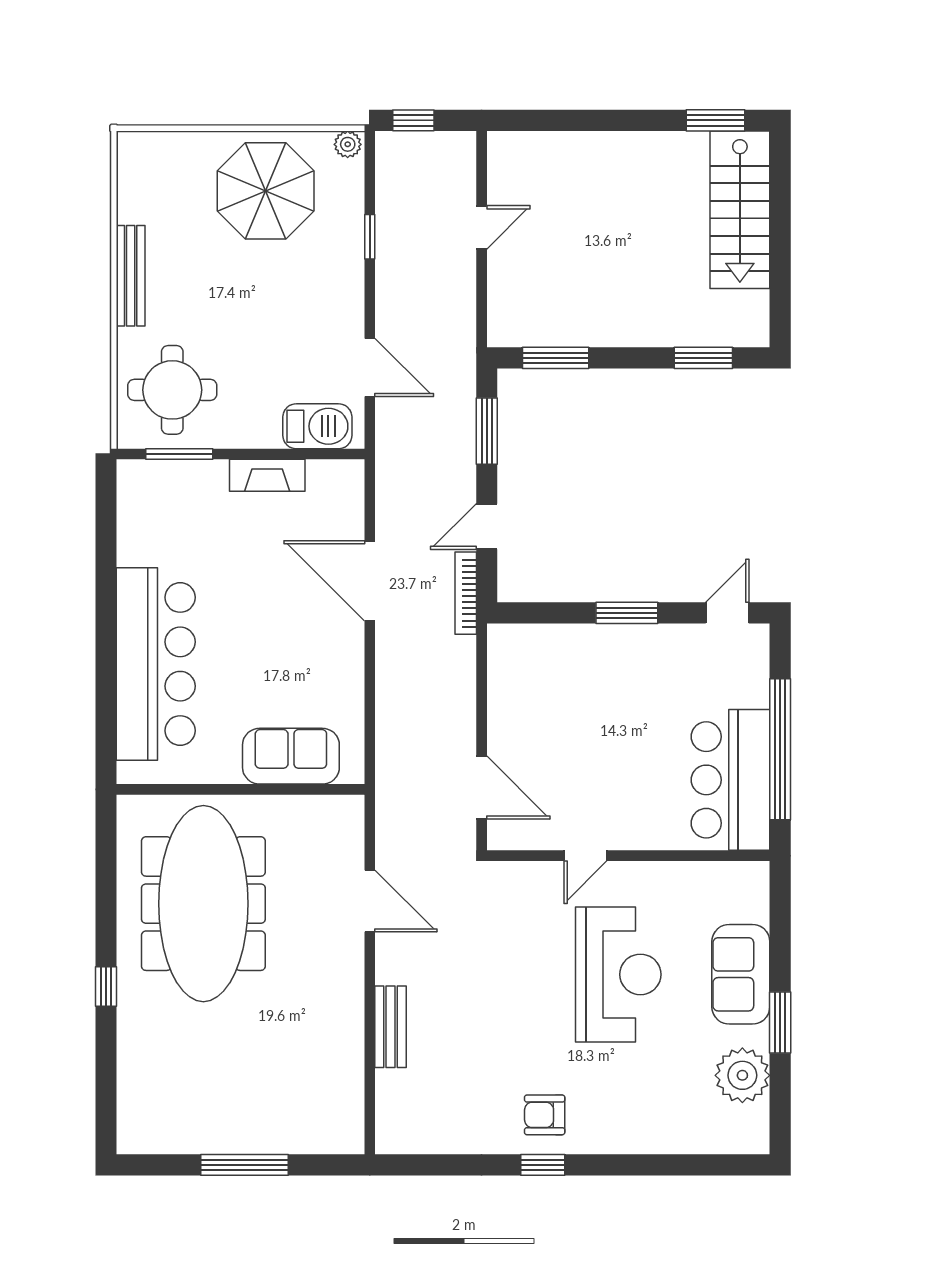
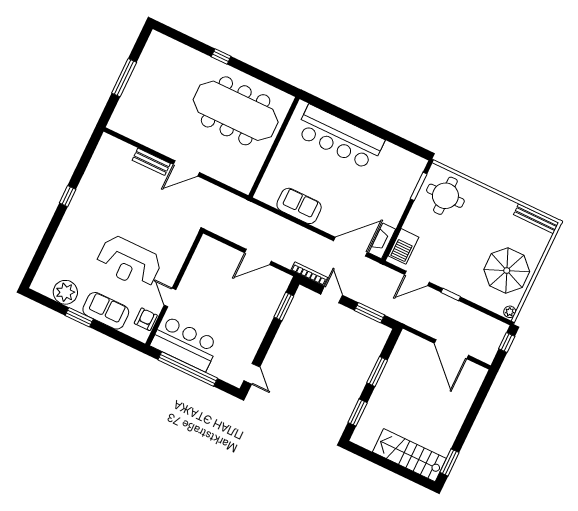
door: (482, 227) -> (451, 349), width x1.87
window: (370, 237) -> (451, 294), moved
bench: (131, 276) -> (536, 219), moved
window: (556, 358) -> (377, 371), moved
fireplace: (267, 475) -> (382, 241), moved
door: (370, 581) -> (350, 247), moved
window: (627, 613) -> (284, 307), moved
sofa: (291, 756) -> (299, 206), moved, turned -90
door: (482, 787) -> (258, 257), moved
door: (585, 856) -> (170, 297), moved
door: (370, 901) -> (186, 168), moved
armchair: (545, 1115) -> (146, 319), moved

